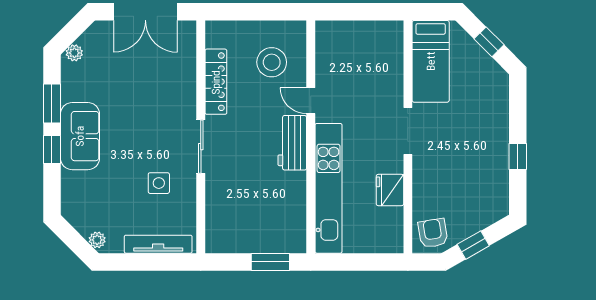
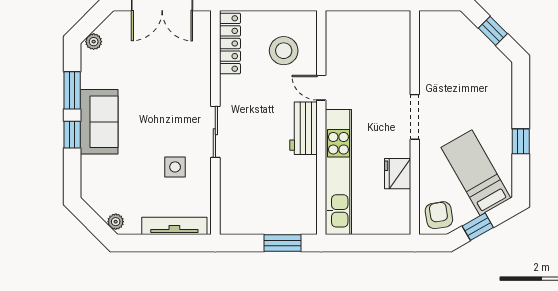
bed: (431, 61) -> (476, 173), moved, turned 150
locker: (216, 82) -> (230, 44), moved

